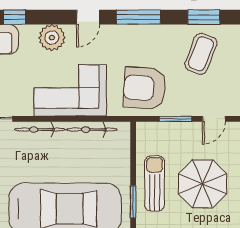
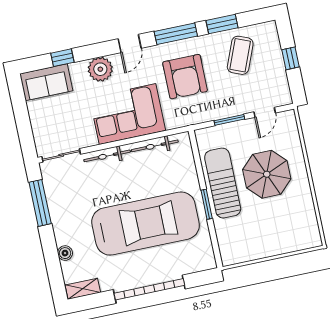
window: (204, 17) -> (222, 24), moved
armchair: (145, 88) -> (185, 77), moved, turned -94
sun lounger: (155, 183) -> (223, 183), width x1.36, depth x1.34

